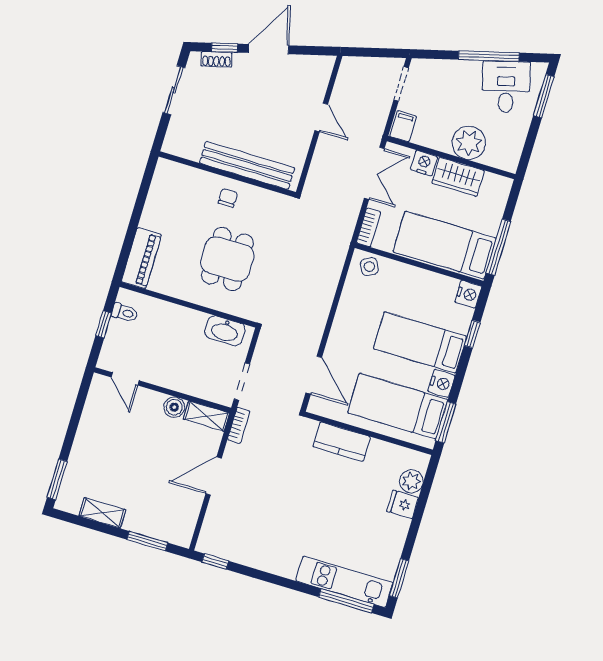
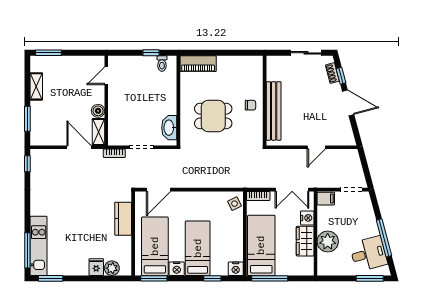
door: (125, 379) -> (106, 76), moved
wall: (163, 390) -> (106, 101), moved
boiler: (174, 407) -> (98, 111), moved
shelving: (207, 416) -> (99, 132), moved

